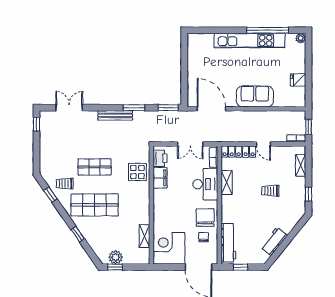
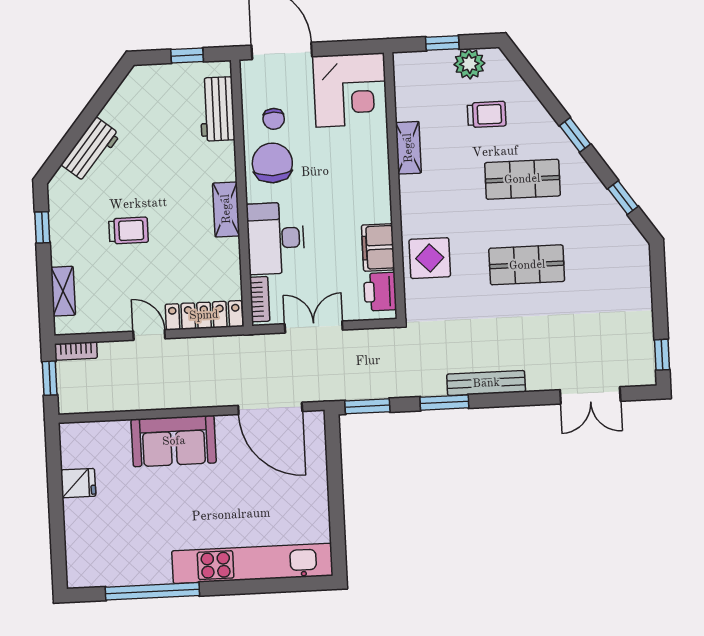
plant: (301, 38) -> (77, 577), removed
kitchen unit: (249, 41) -> (252, 563), moved
shelving: (227, 183) -> (226, 209), moved
trolley: (65, 184) -> (487, 114), moved
shop shelf: (95, 205) -> (522, 179), width x0.70, depth x0.74
chair: (205, 218) -> (272, 163), turned 180
window: (78, 234) -> (575, 135), moved
shelving: (144, 236) -> (408, 148), moved
workbench: (274, 241) -> (91, 150), moved
workbench: (228, 243) -> (217, 109), width x0.73
window: (115, 267) -> (442, 43), moved

